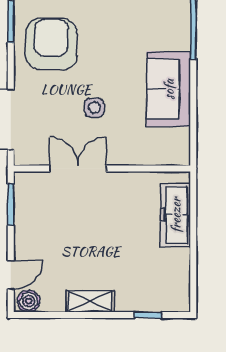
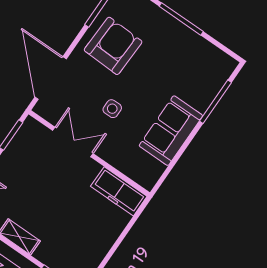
freezer: (176, 215) -> (119, 191), moved, turned -90

